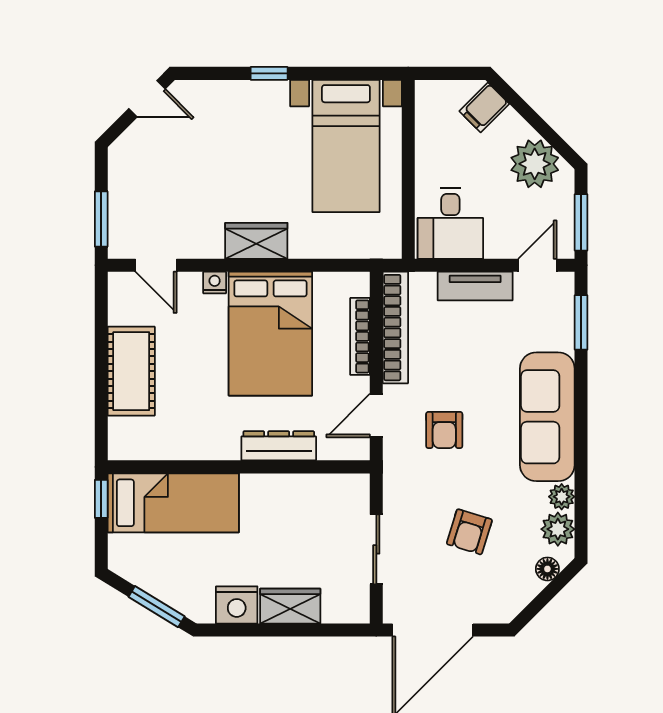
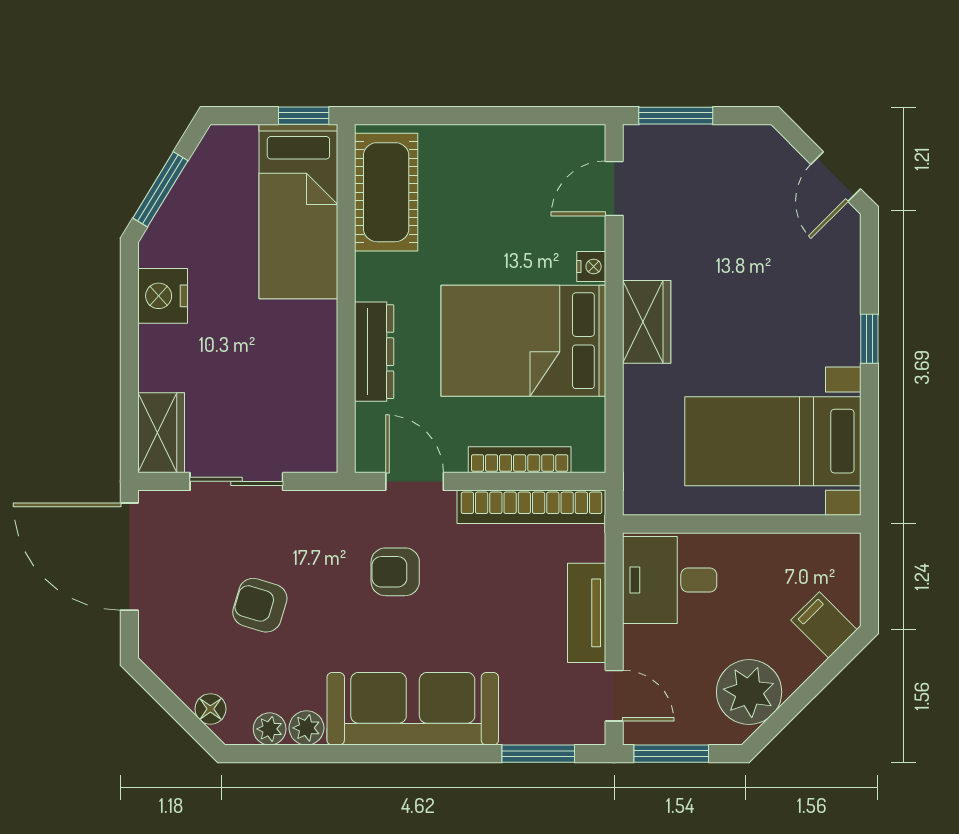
cot: (131, 371) -> (386, 192), moved, turned 90
plant: (558, 529) -> (270, 729), width x0.73, depth x0.73
wardrobe: (290, 606) -> (161, 433), moved

